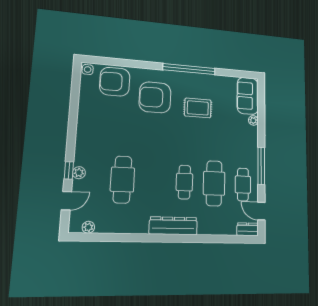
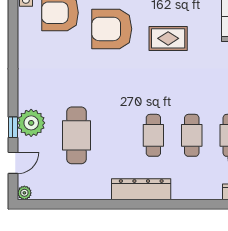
plant: (79, 173) -> (31, 123), width x1.87, depth x1.87
cafe table: (214, 183) -> (192, 135), width x0.73, depth x0.74
plant: (88, 227) -> (24, 193), moved

